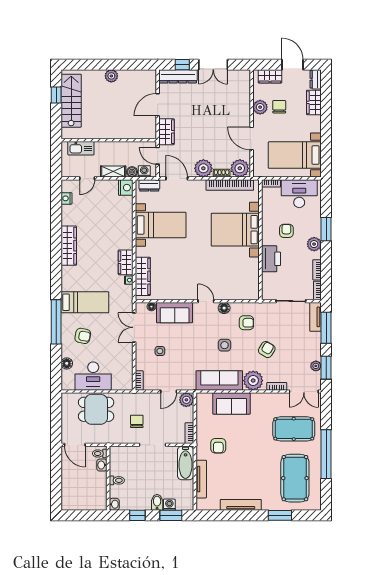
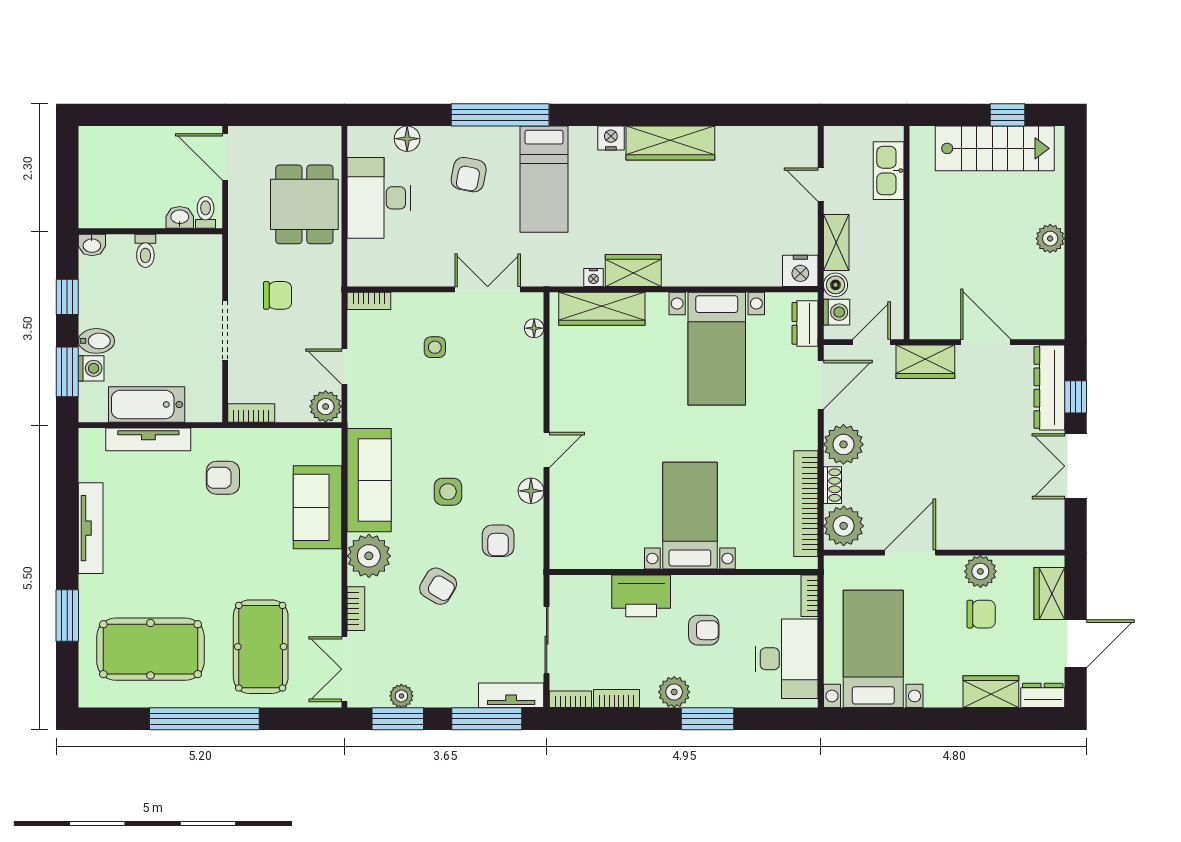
nightstand: (66, 198) -> (611, 138), moved
bed with nightstands: (235, 230) -> (690, 516), width x0.73
sofa: (175, 313) -> (521, 380), removed
door: (75, 445) -> (225, 157), hinge flipped
bathtub: (186, 463) -> (147, 404), moved

